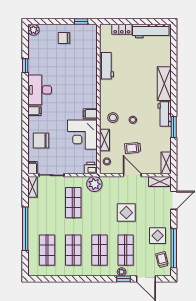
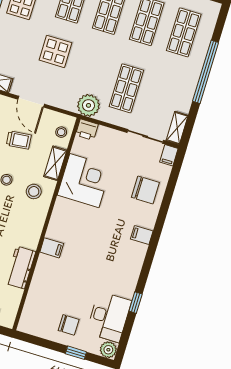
window: (81, 21) -> (76, 353), moved
desk: (40, 90) -> (109, 317), moved
filing cabinet: (90, 114) -> (52, 248), moved

